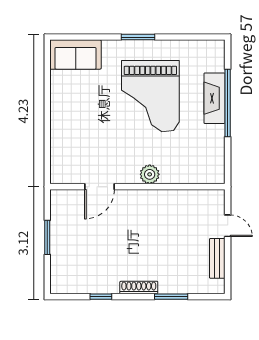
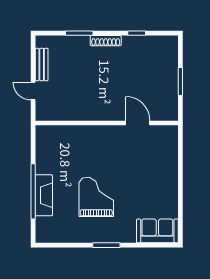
grand piano: (150, 96) -> (96, 197), width x0.73, depth x0.68
plant: (150, 174) -> (97, 133), removed
door: (99, 187) -> (138, 123), hinge flipped

